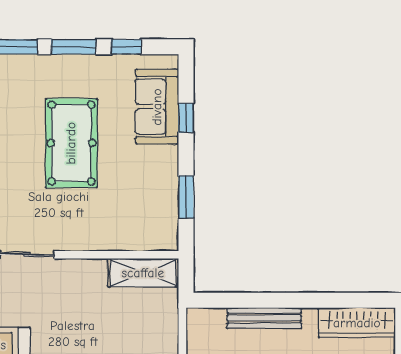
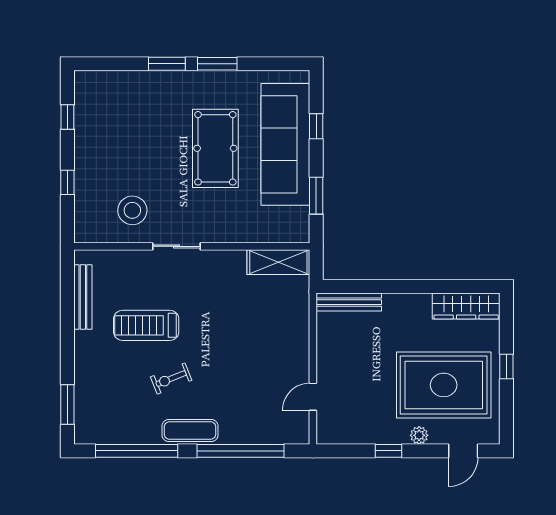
window: (126, 47) -> (263, 64), removed
sofa: (157, 107) -> (285, 144), width x1.85, depth x1.27
bench: (264, 318) -> (349, 302), moved

